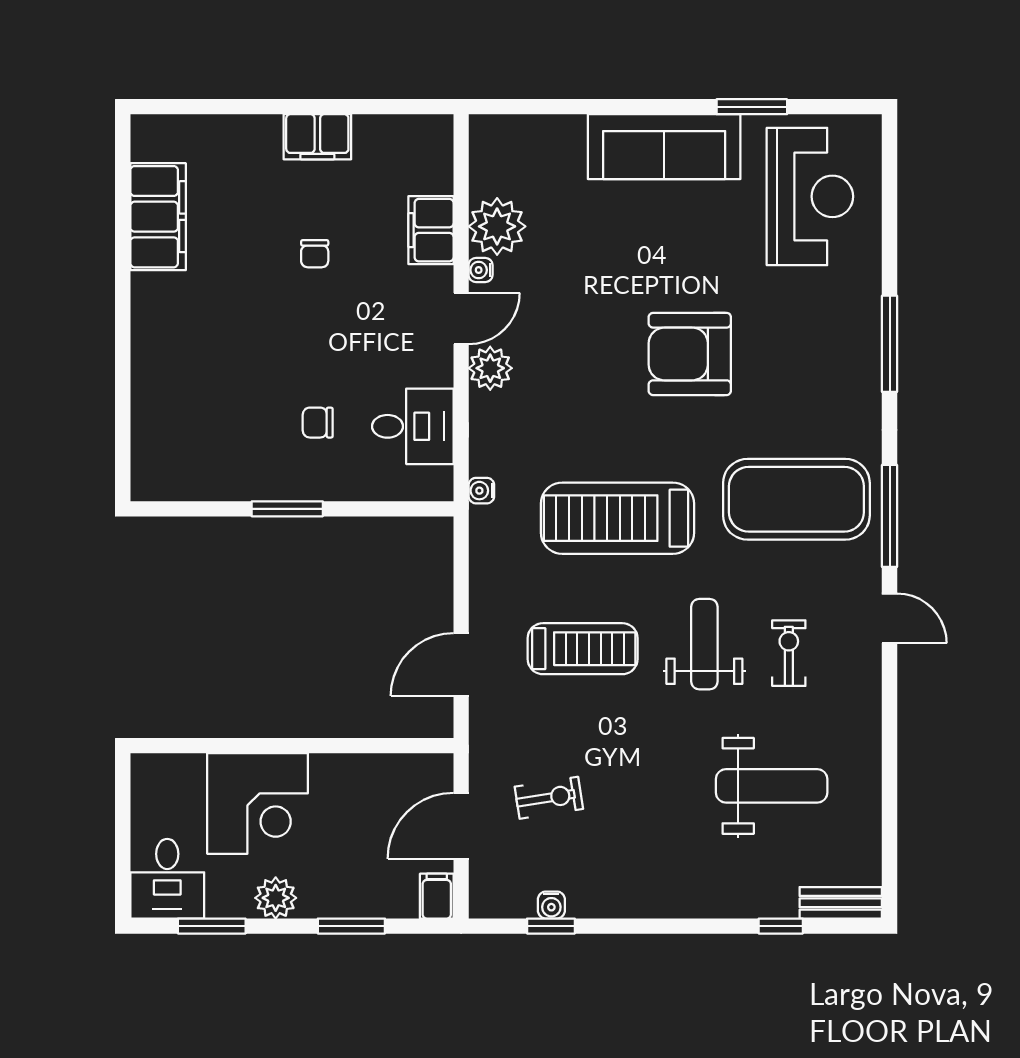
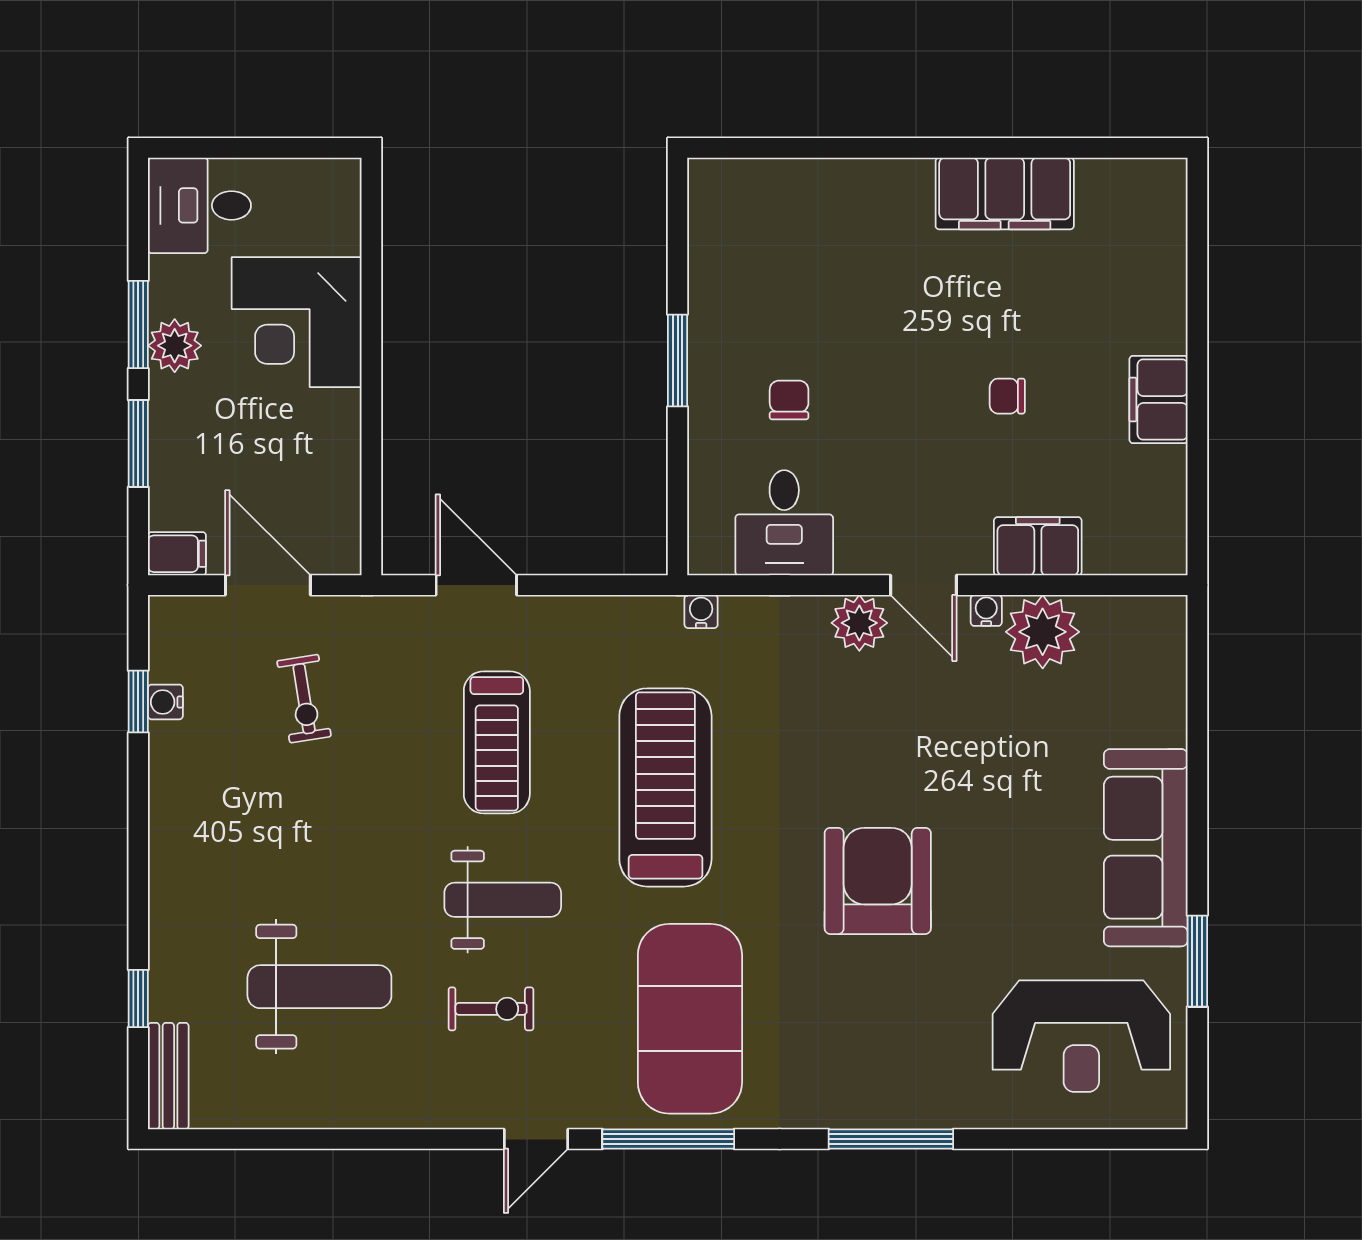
filing cabinet: (158, 217) -> (1005, 194), moved
weight bench: (772, 786) -> (319, 987), turned -90
window: (212, 926) -> (138, 324), moved

